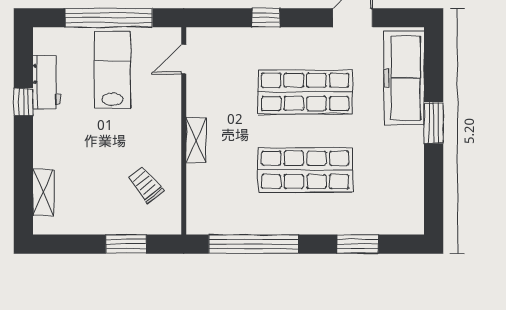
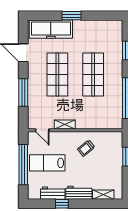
window: (266, 18) -> (23, 93), width x2.17
workbench: (47, 139) -> (79, 193), added
shelving: (196, 140) -> (65, 125), moved
trolley: (146, 185) -> (86, 148), moved

